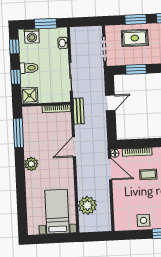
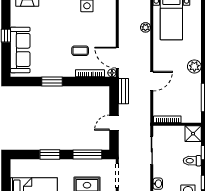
window: (136, 69) -> (87, 154), width x1.44
bench: (79, 111) -> (124, 91), moved
plant: (87, 205) -> (145, 27), width x0.53, depth x0.53

